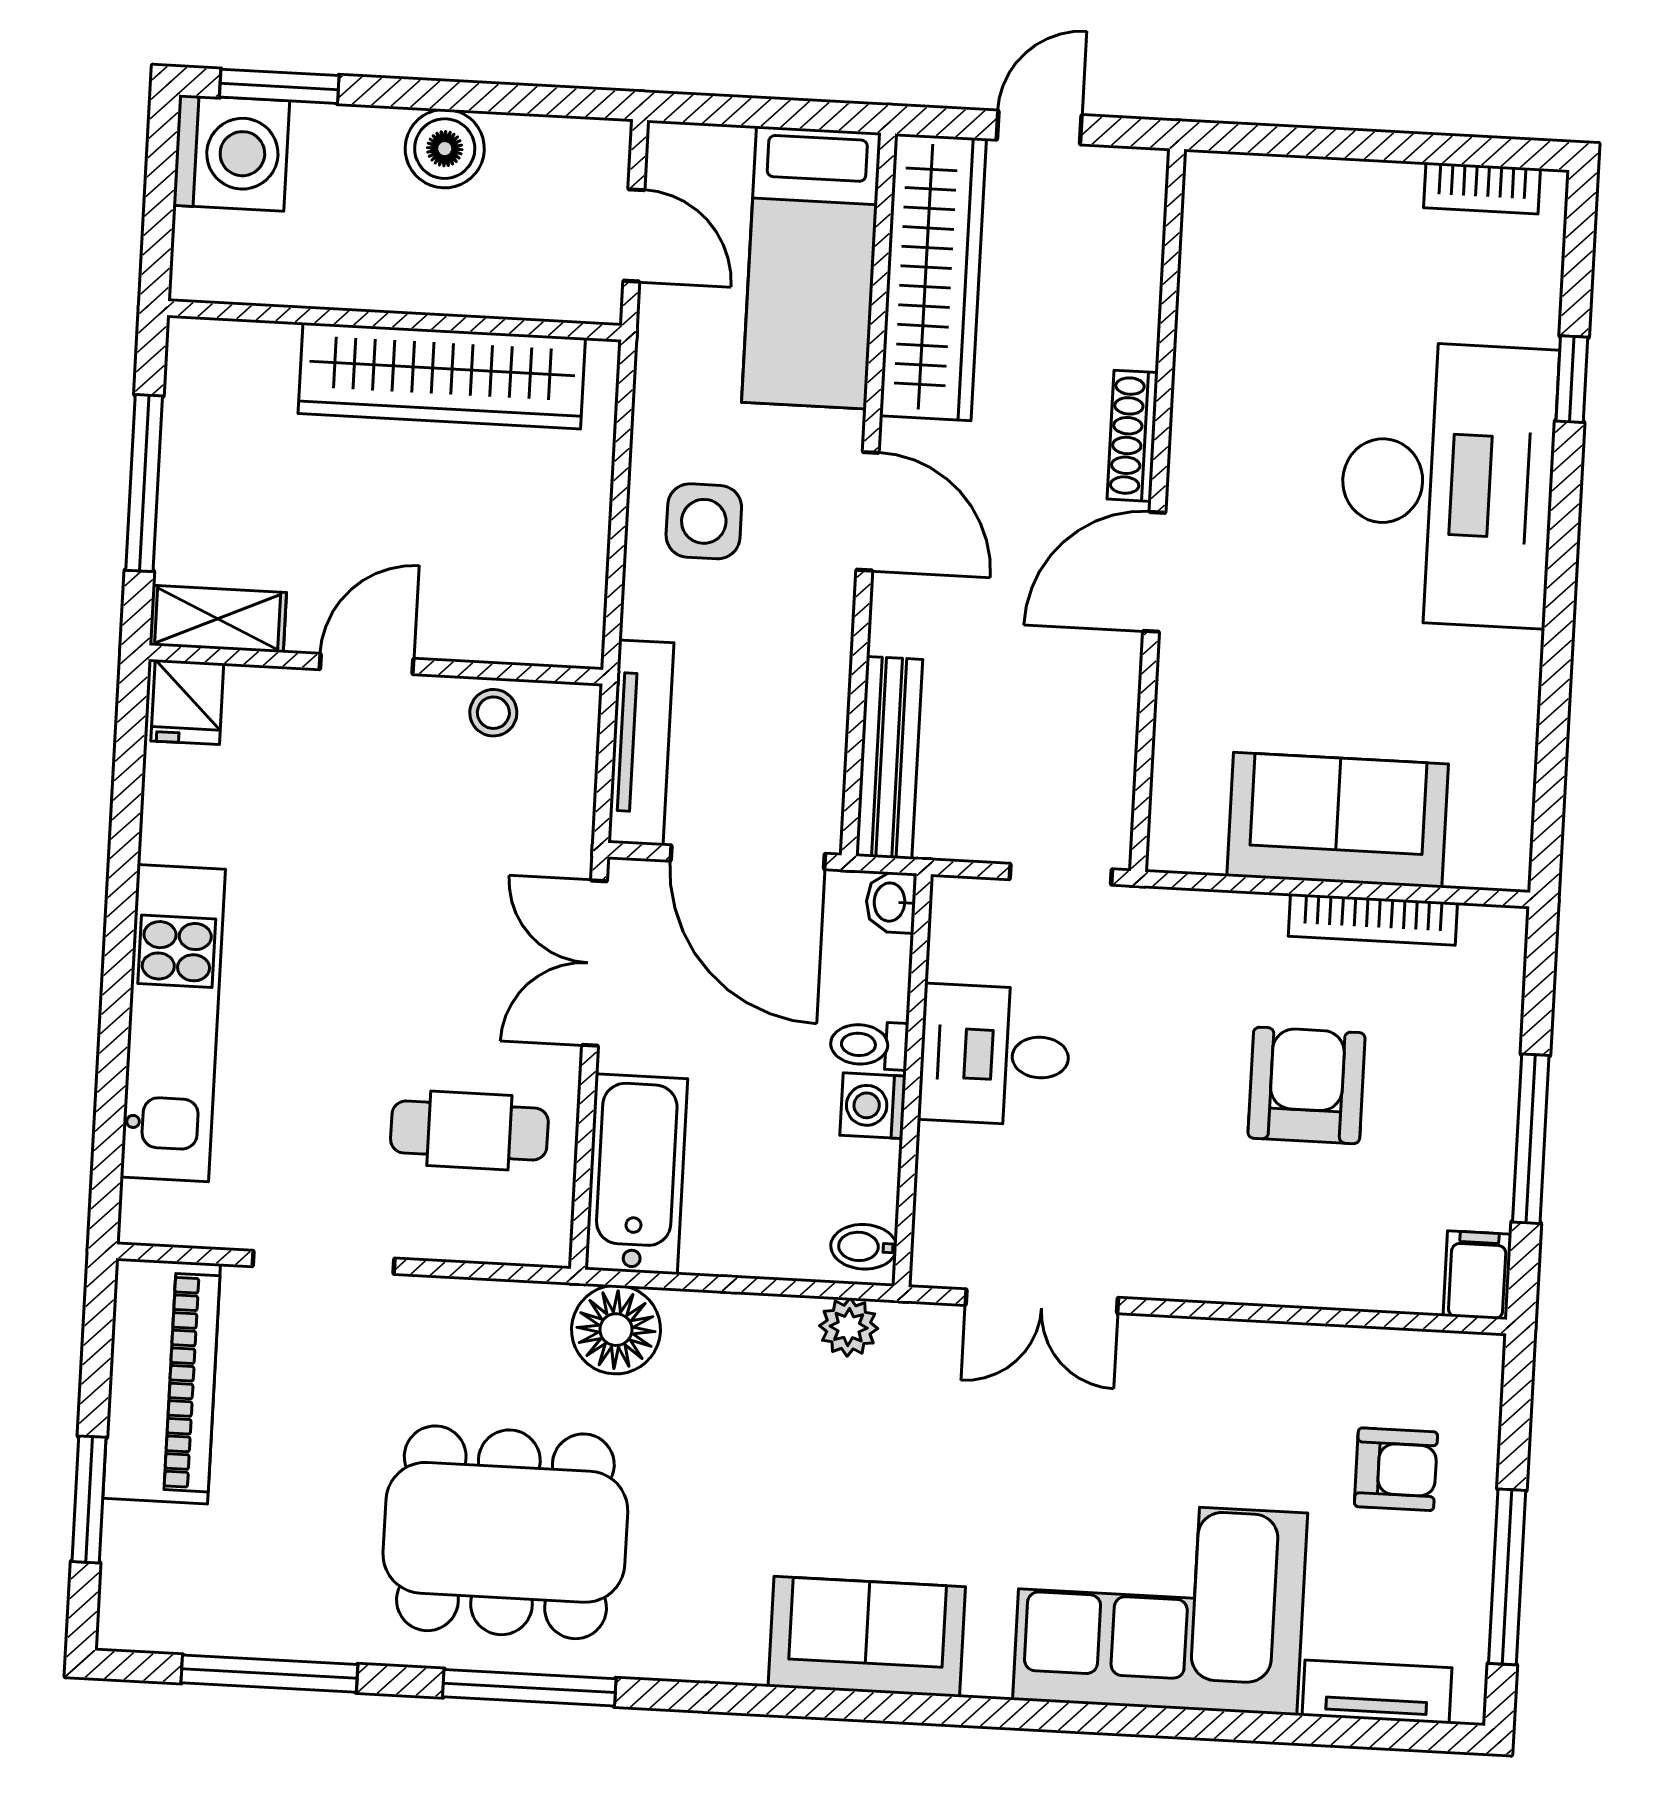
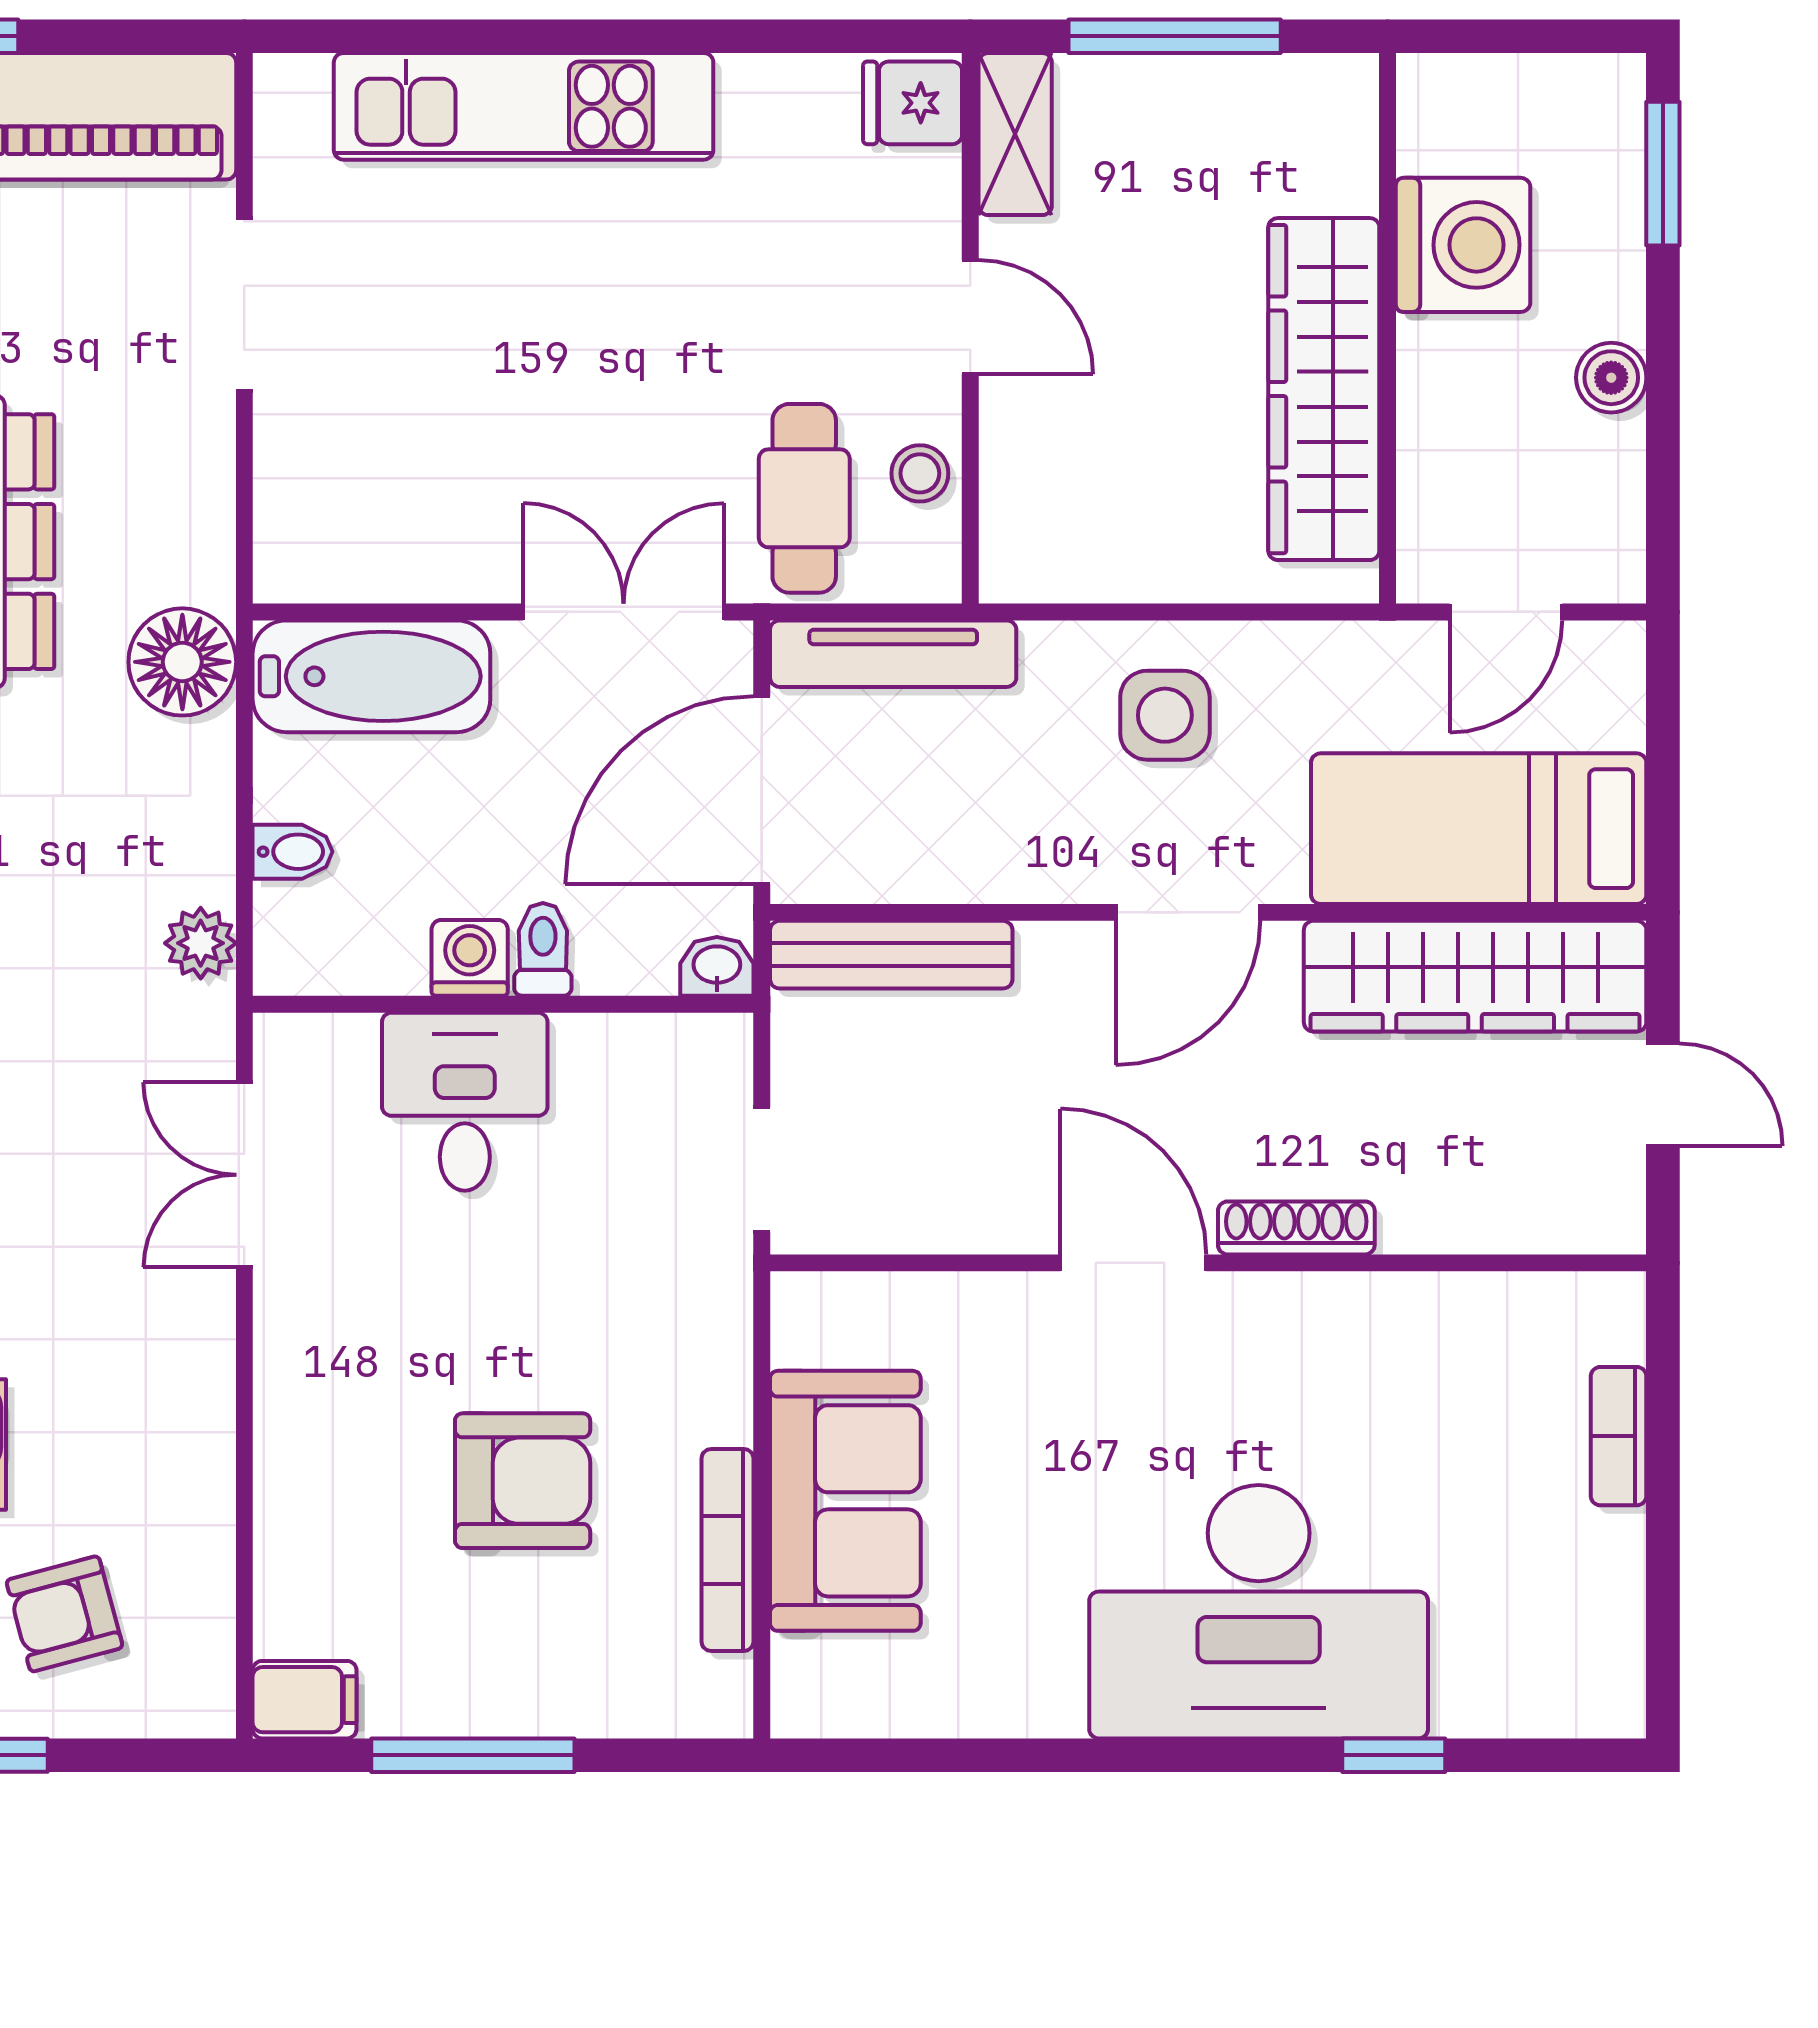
boiler: (445, 149) -> (1611, 378), width x0.73, depth x0.73
washing machine: (231, 153) -> (1463, 245), moved, turned -90
bookcase: (1482, 188) -> (1619, 1436), moved
desk: (995, 1055) -> (465, 1102), moved
cafe table: (469, 1131) -> (804, 498), moved
bidet: (864, 1247) -> (293, 852), moved, turned 90
armchair: (1396, 1469) -> (64, 1614), turned 75

